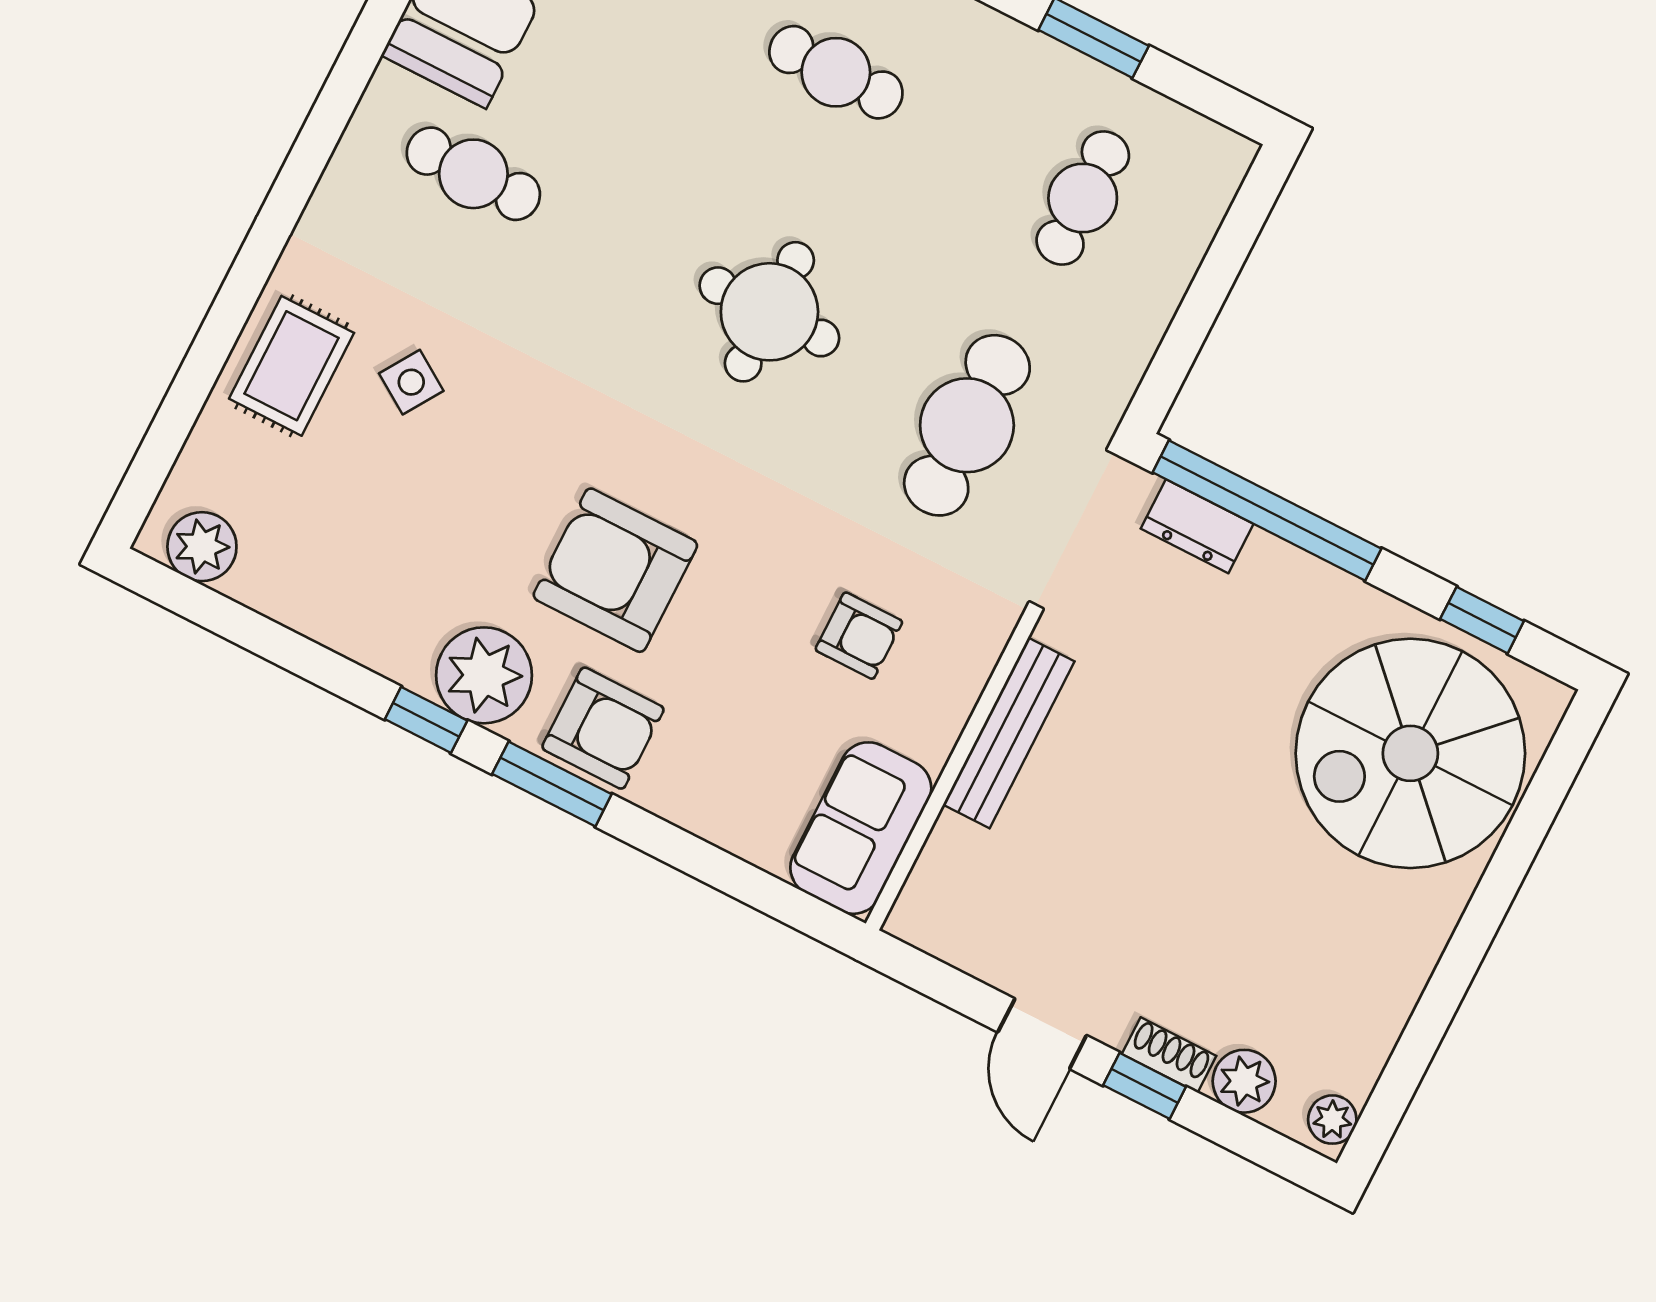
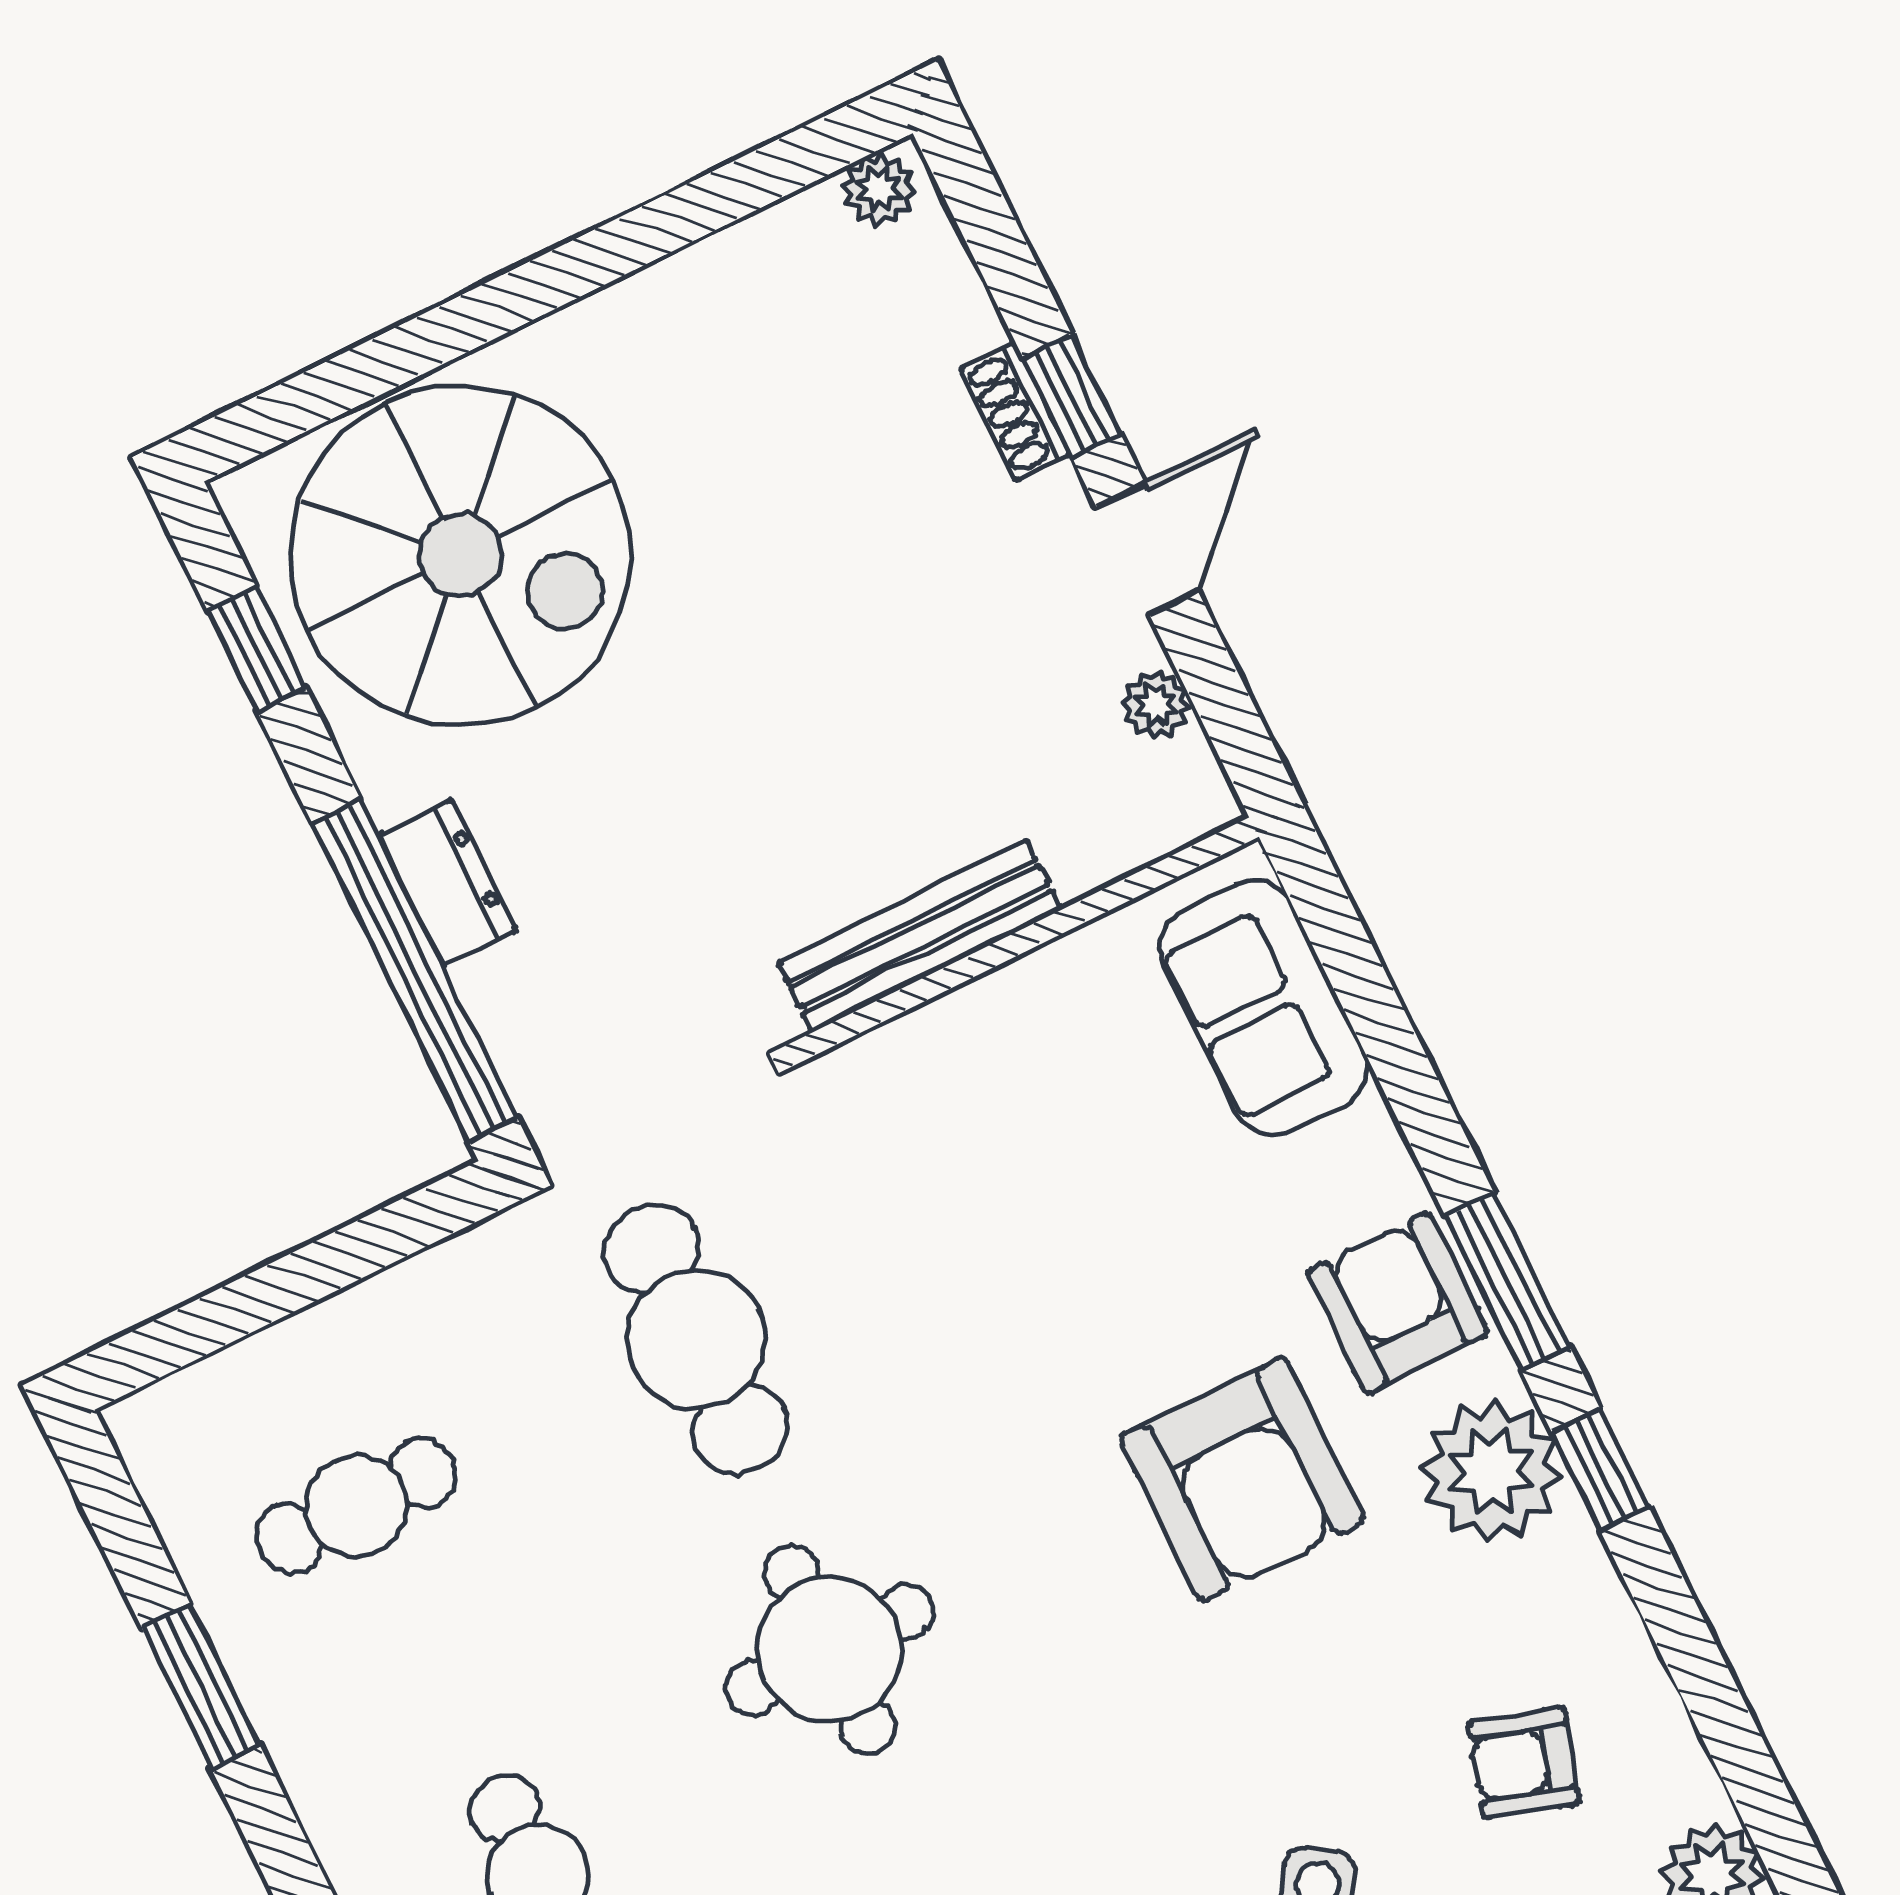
cafe table: (967, 425) -> (696, 1339), turned 90
dresser: (1197, 526) -> (447, 883), moved
armchair: (859, 636) -> (1524, 1763), moved, turned -73
sofa: (861, 828) -> (1264, 1007), moved, turned 90
plant: (1244, 1081) -> (1156, 705), moved, width x0.73, depth x0.73

